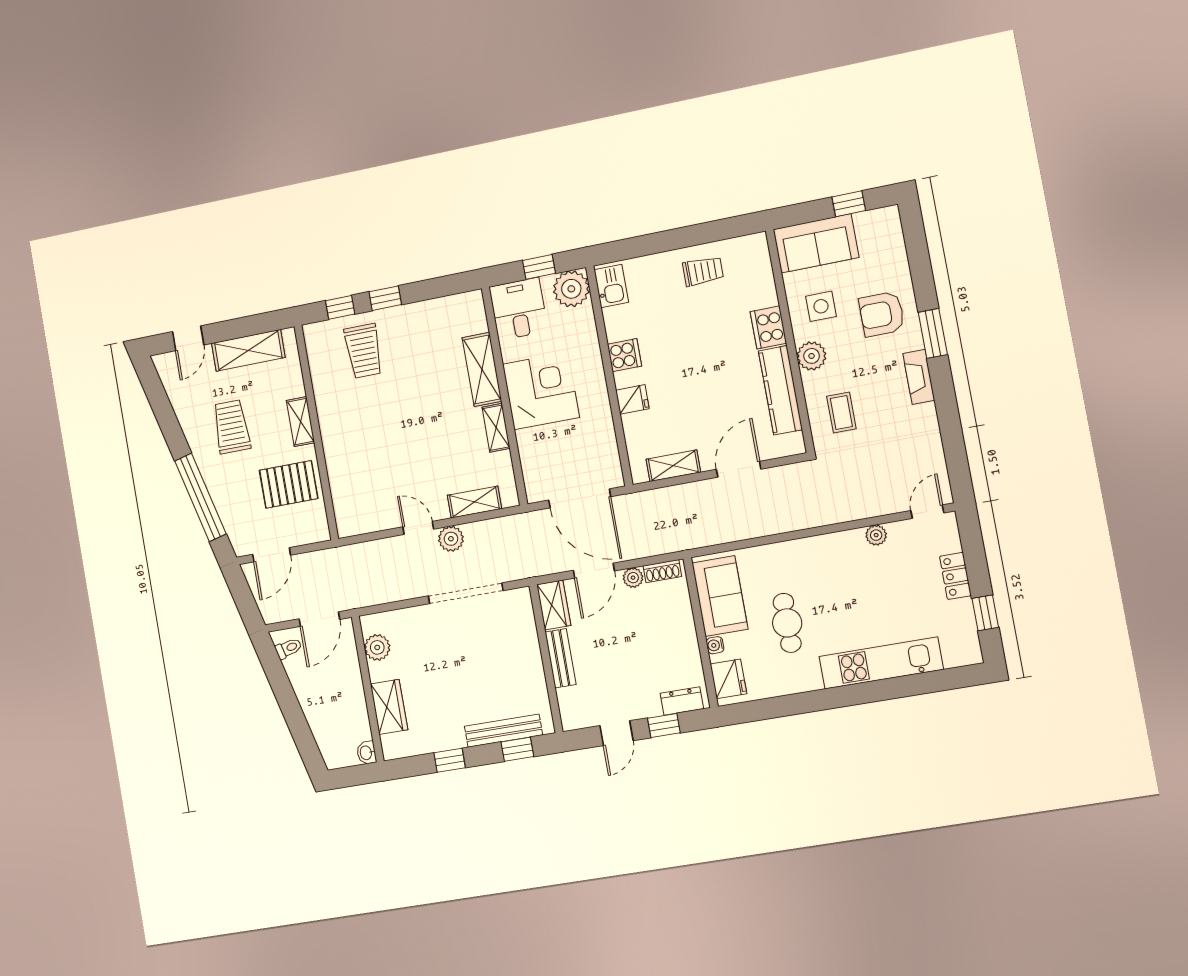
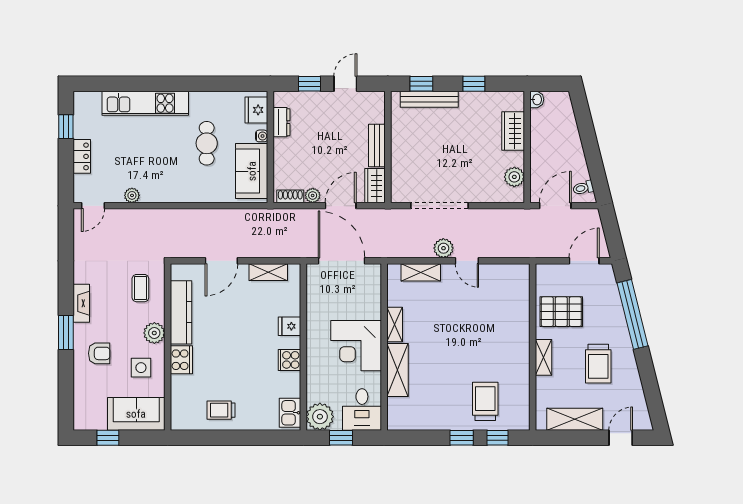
armchair: (882, 314) -> (99, 353), width x0.72, depth x0.72
dresser: (682, 701) -> (281, 122), moved, turned -90

